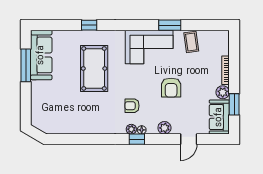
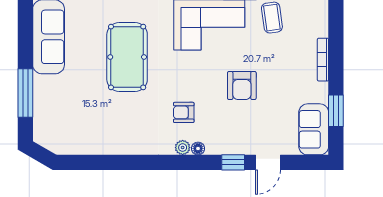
window: (26, 65) -> (25, 93), moved
plant: (223, 92) -> (319, 92), removed
plant: (164, 128) -> (232, 145), removed
window: (137, 139) -> (233, 162), moved

